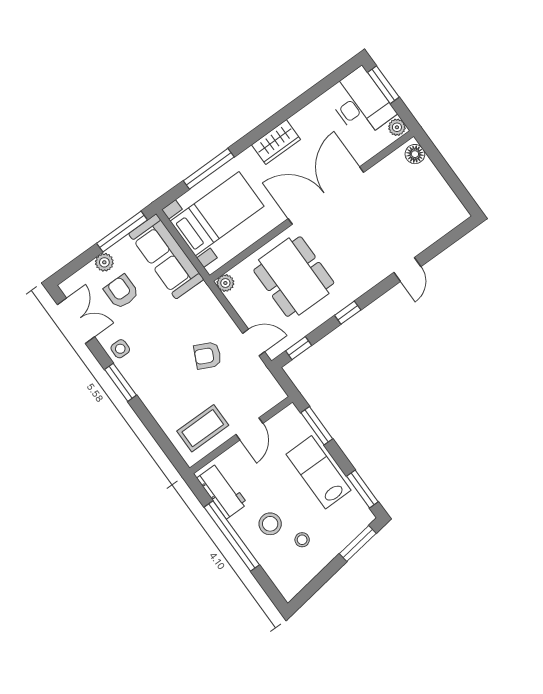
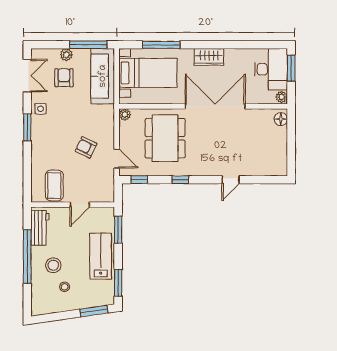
coffee table: (203, 428) -> (54, 186), turned 90

